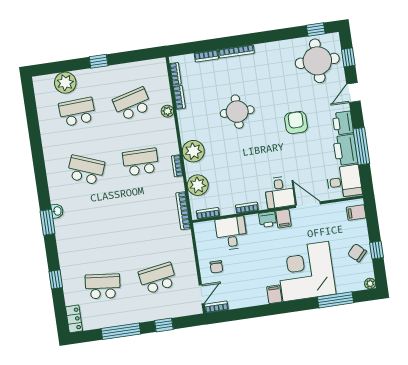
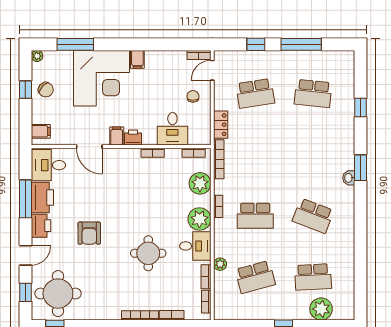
desk: (280, 192) -> (195, 246), moved, turned 90
locker: (74, 319) -> (221, 125), moved, turned 180

